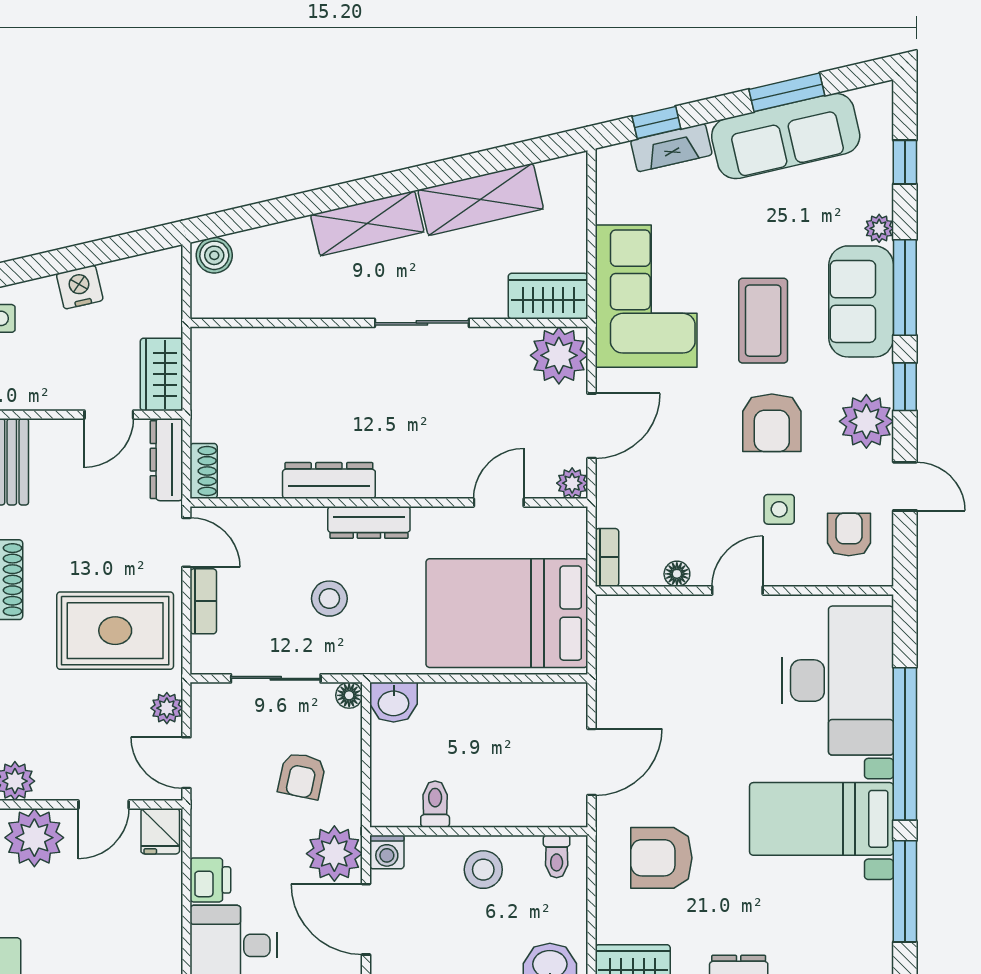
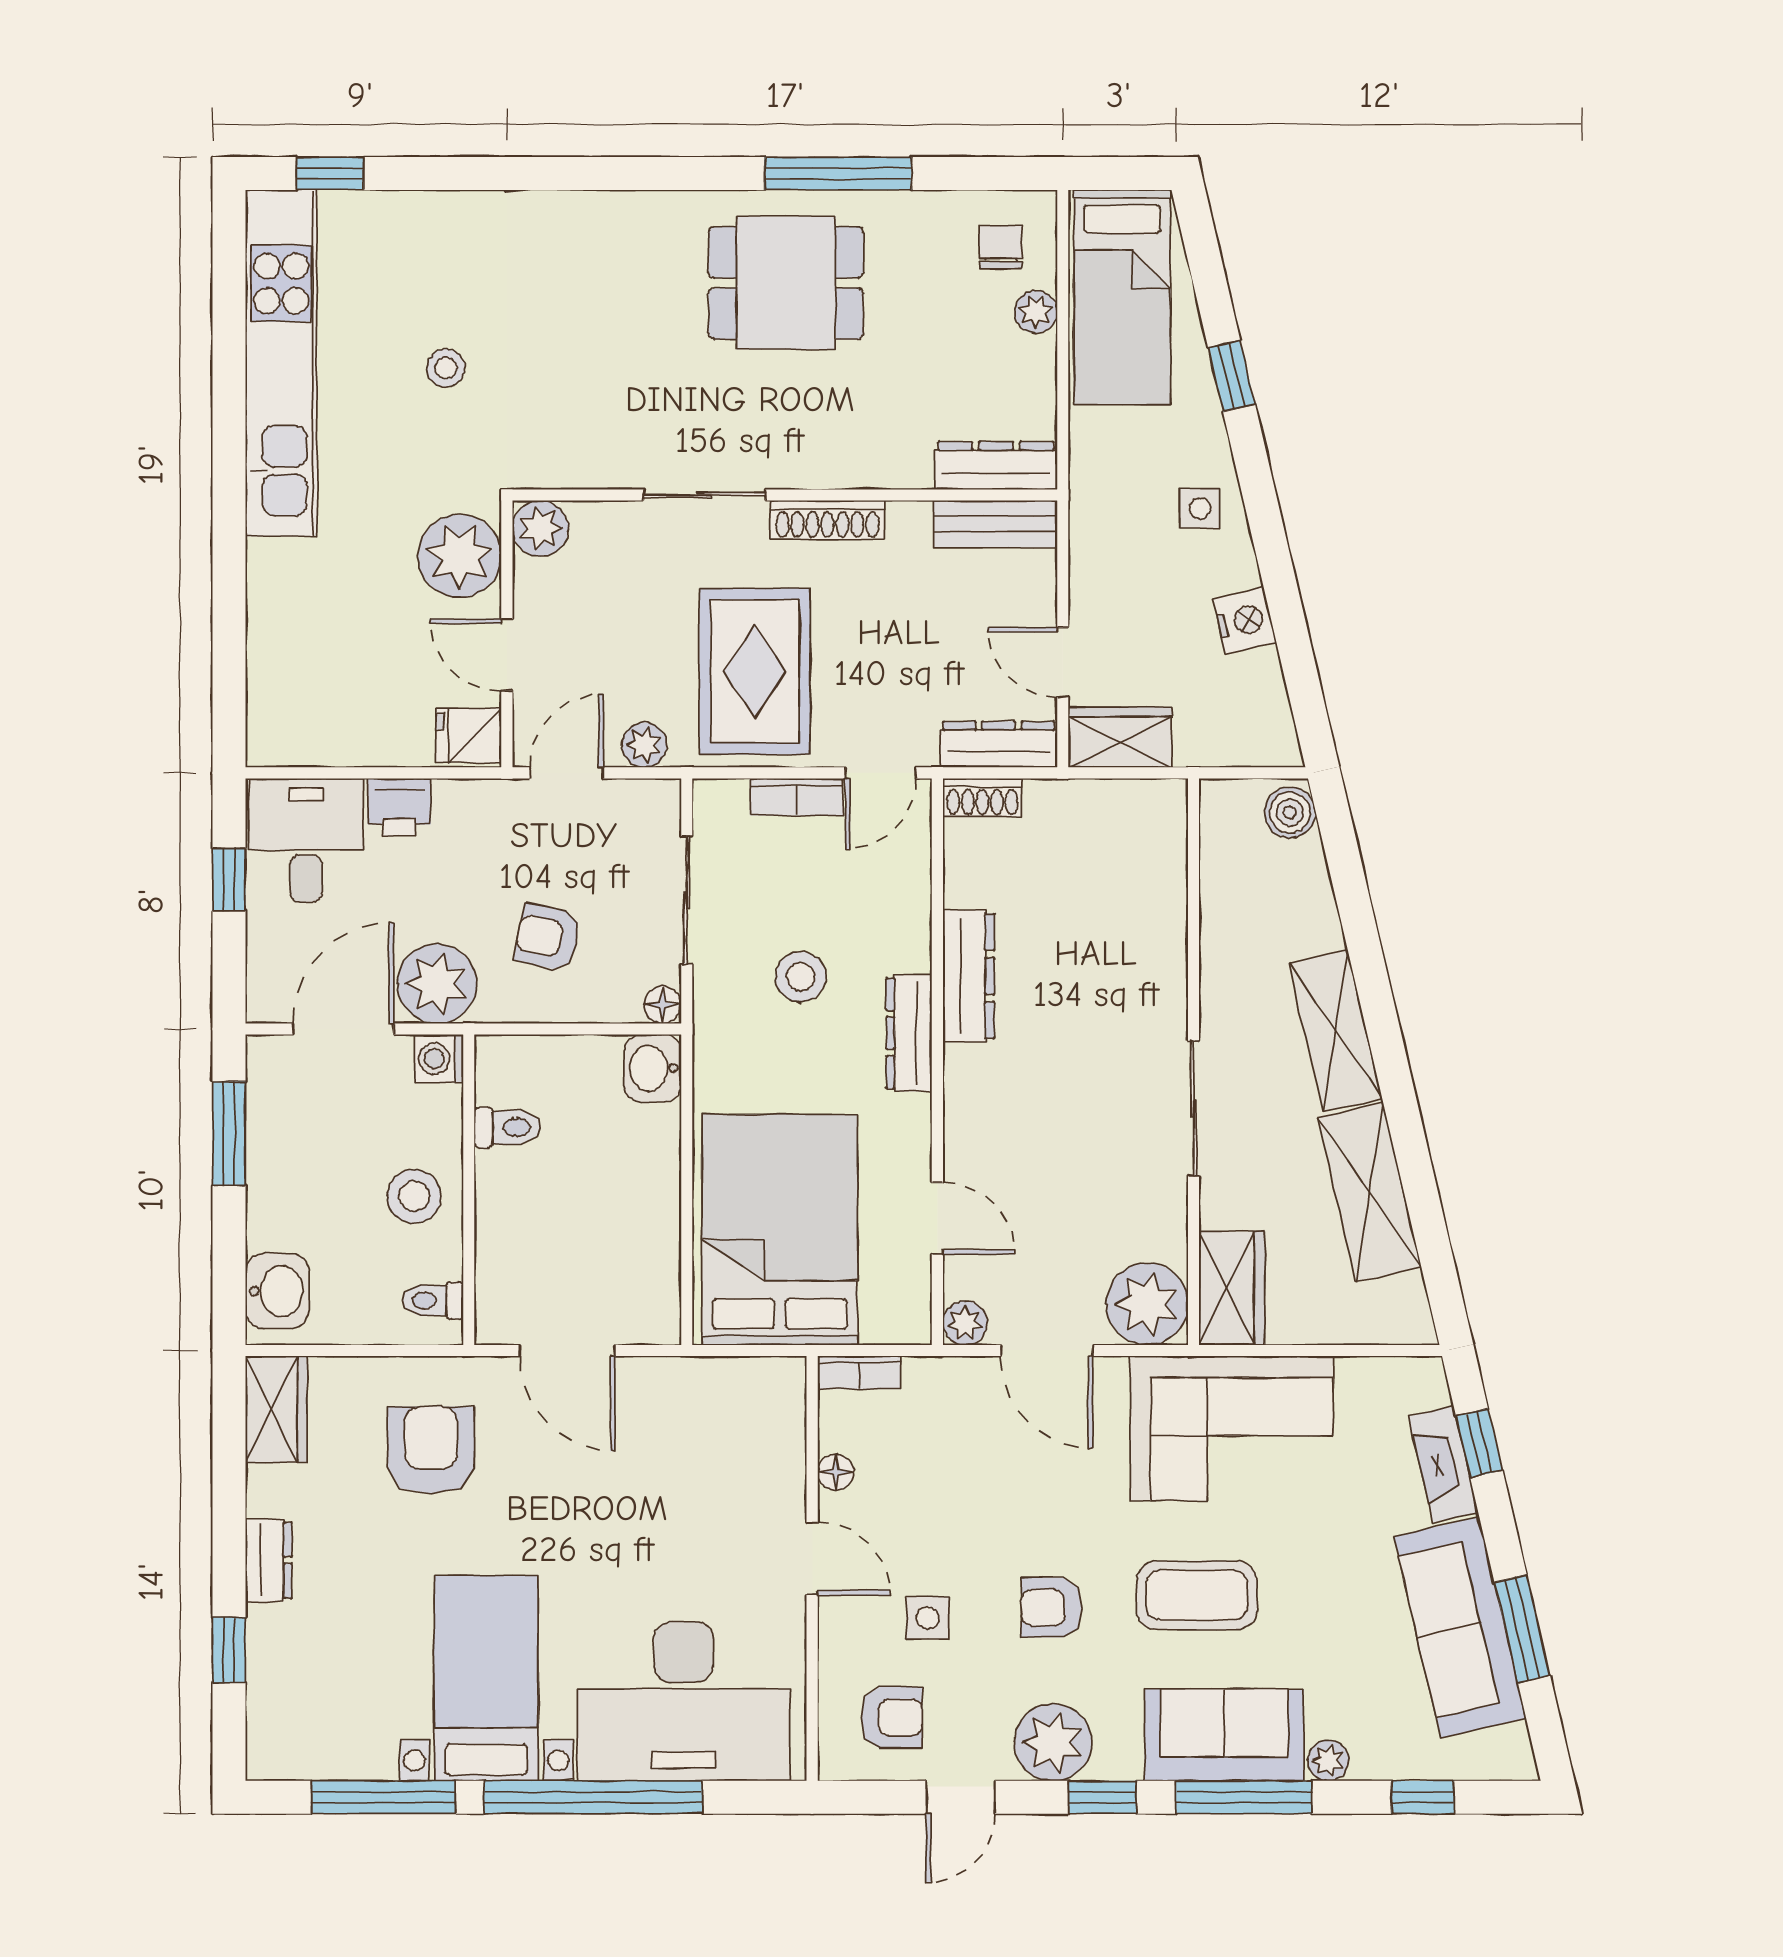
armchair: (772, 423) -> (1051, 1608), width x0.72, depth x0.72

